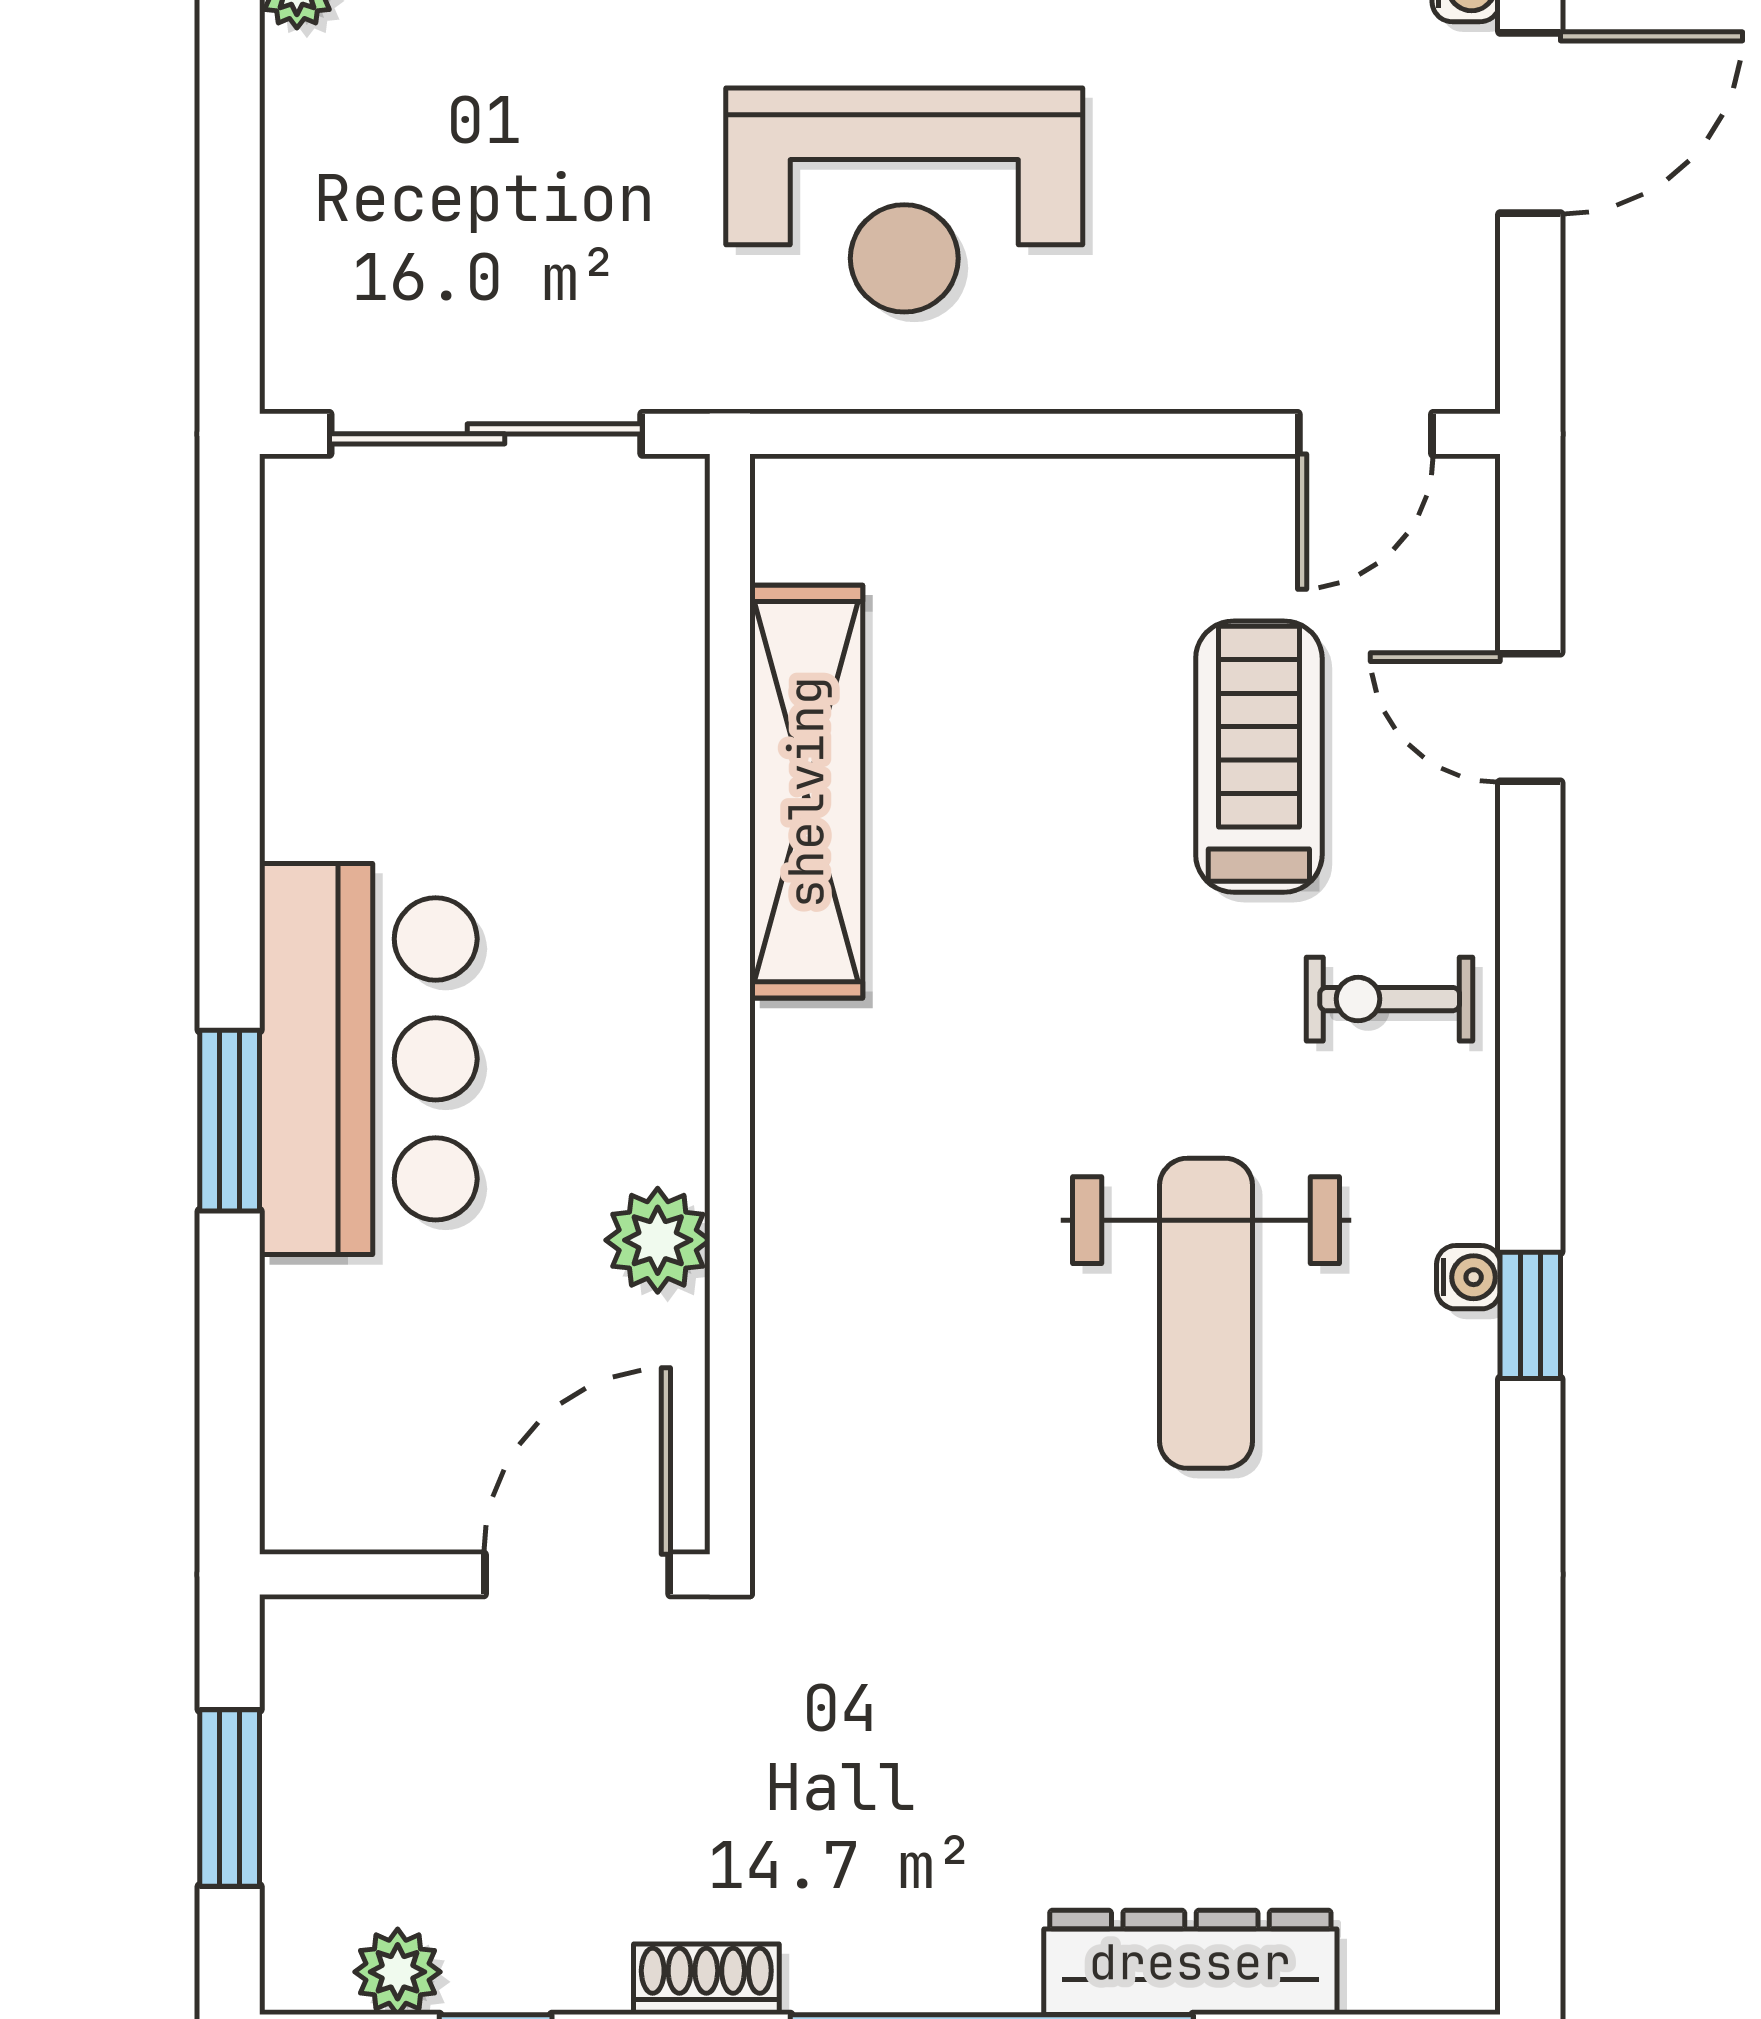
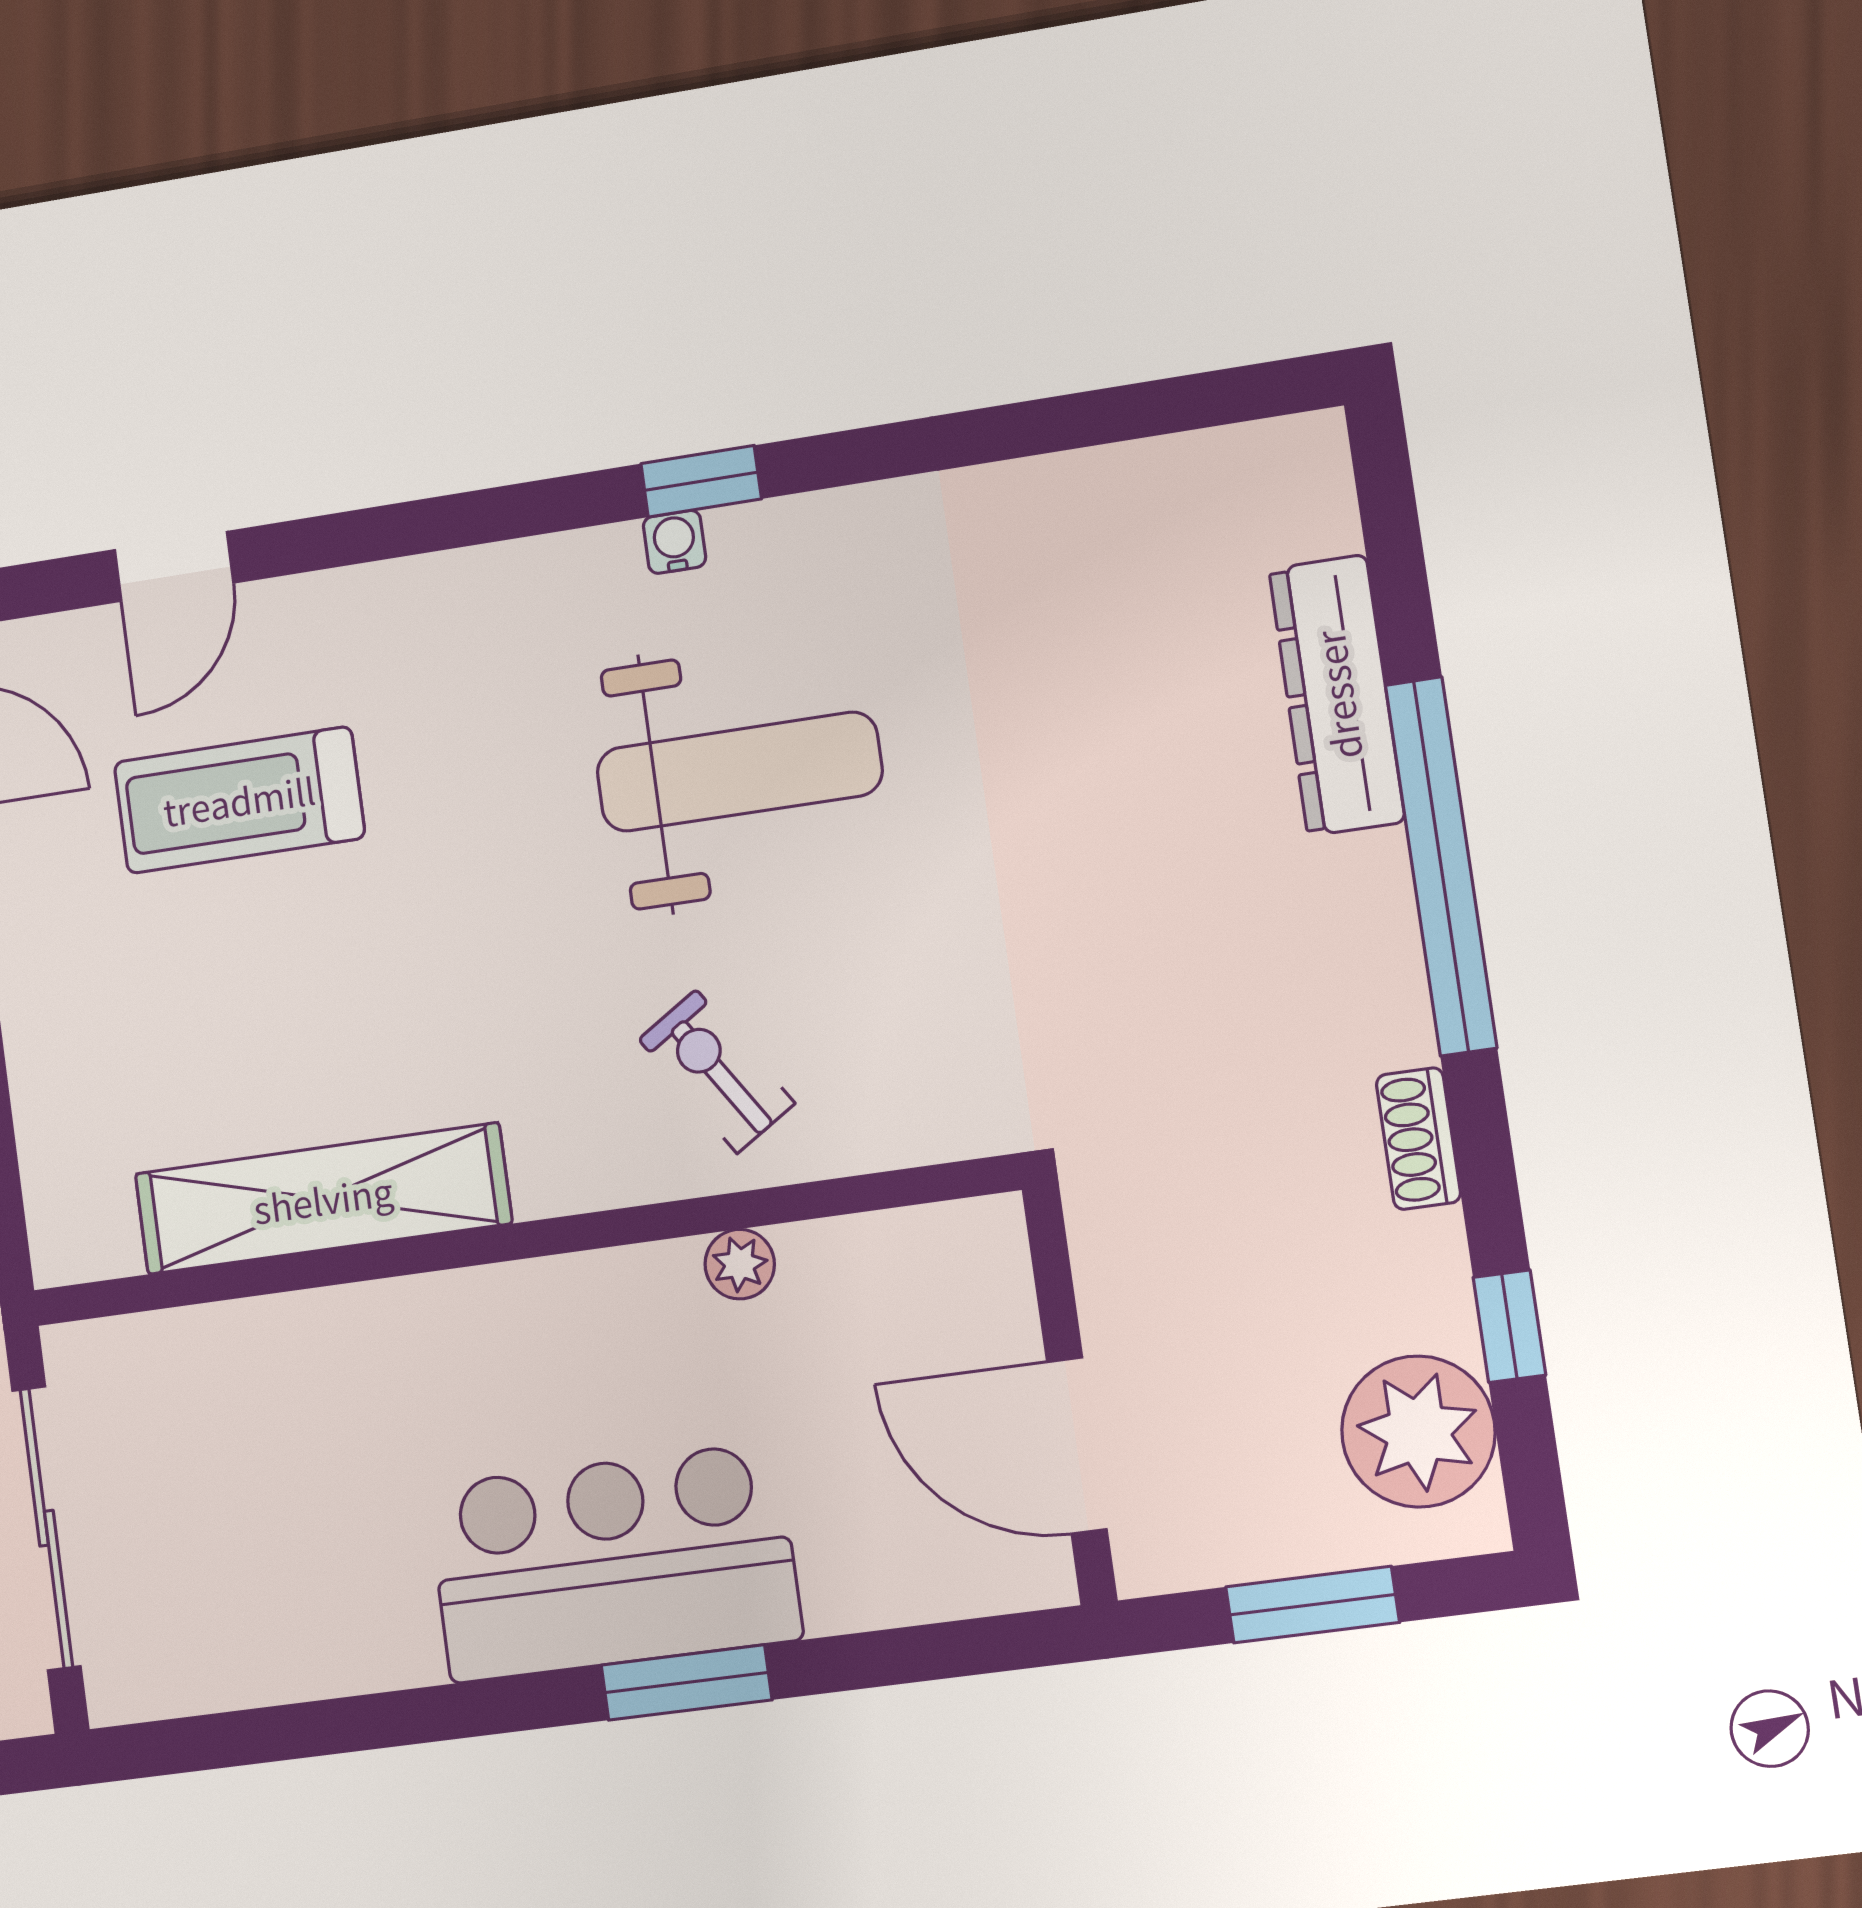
exercise bike: (1390, 999) -> (717, 1071), moved, turned 147
plant: (658, 1240) -> (740, 1264), width x0.73, depth x0.73
door: (577, 1574) -> (1077, 1446), moved
plant: (398, 1972) -> (1418, 1431), width x1.88, depth x1.88

